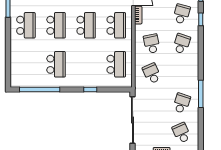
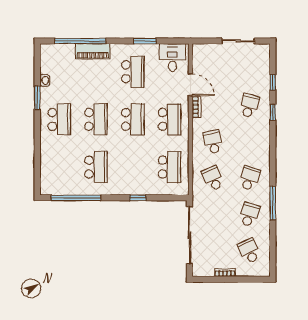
school desk: (182, 44) -> (249, 178), moved

